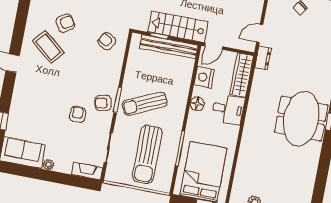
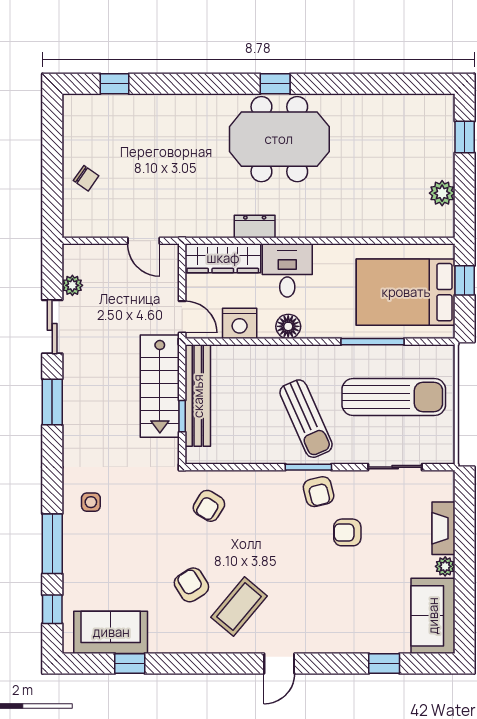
dresser: (263, 58) -> (255, 226), moved
fireplace: (87, 171) -> (443, 528), moved

